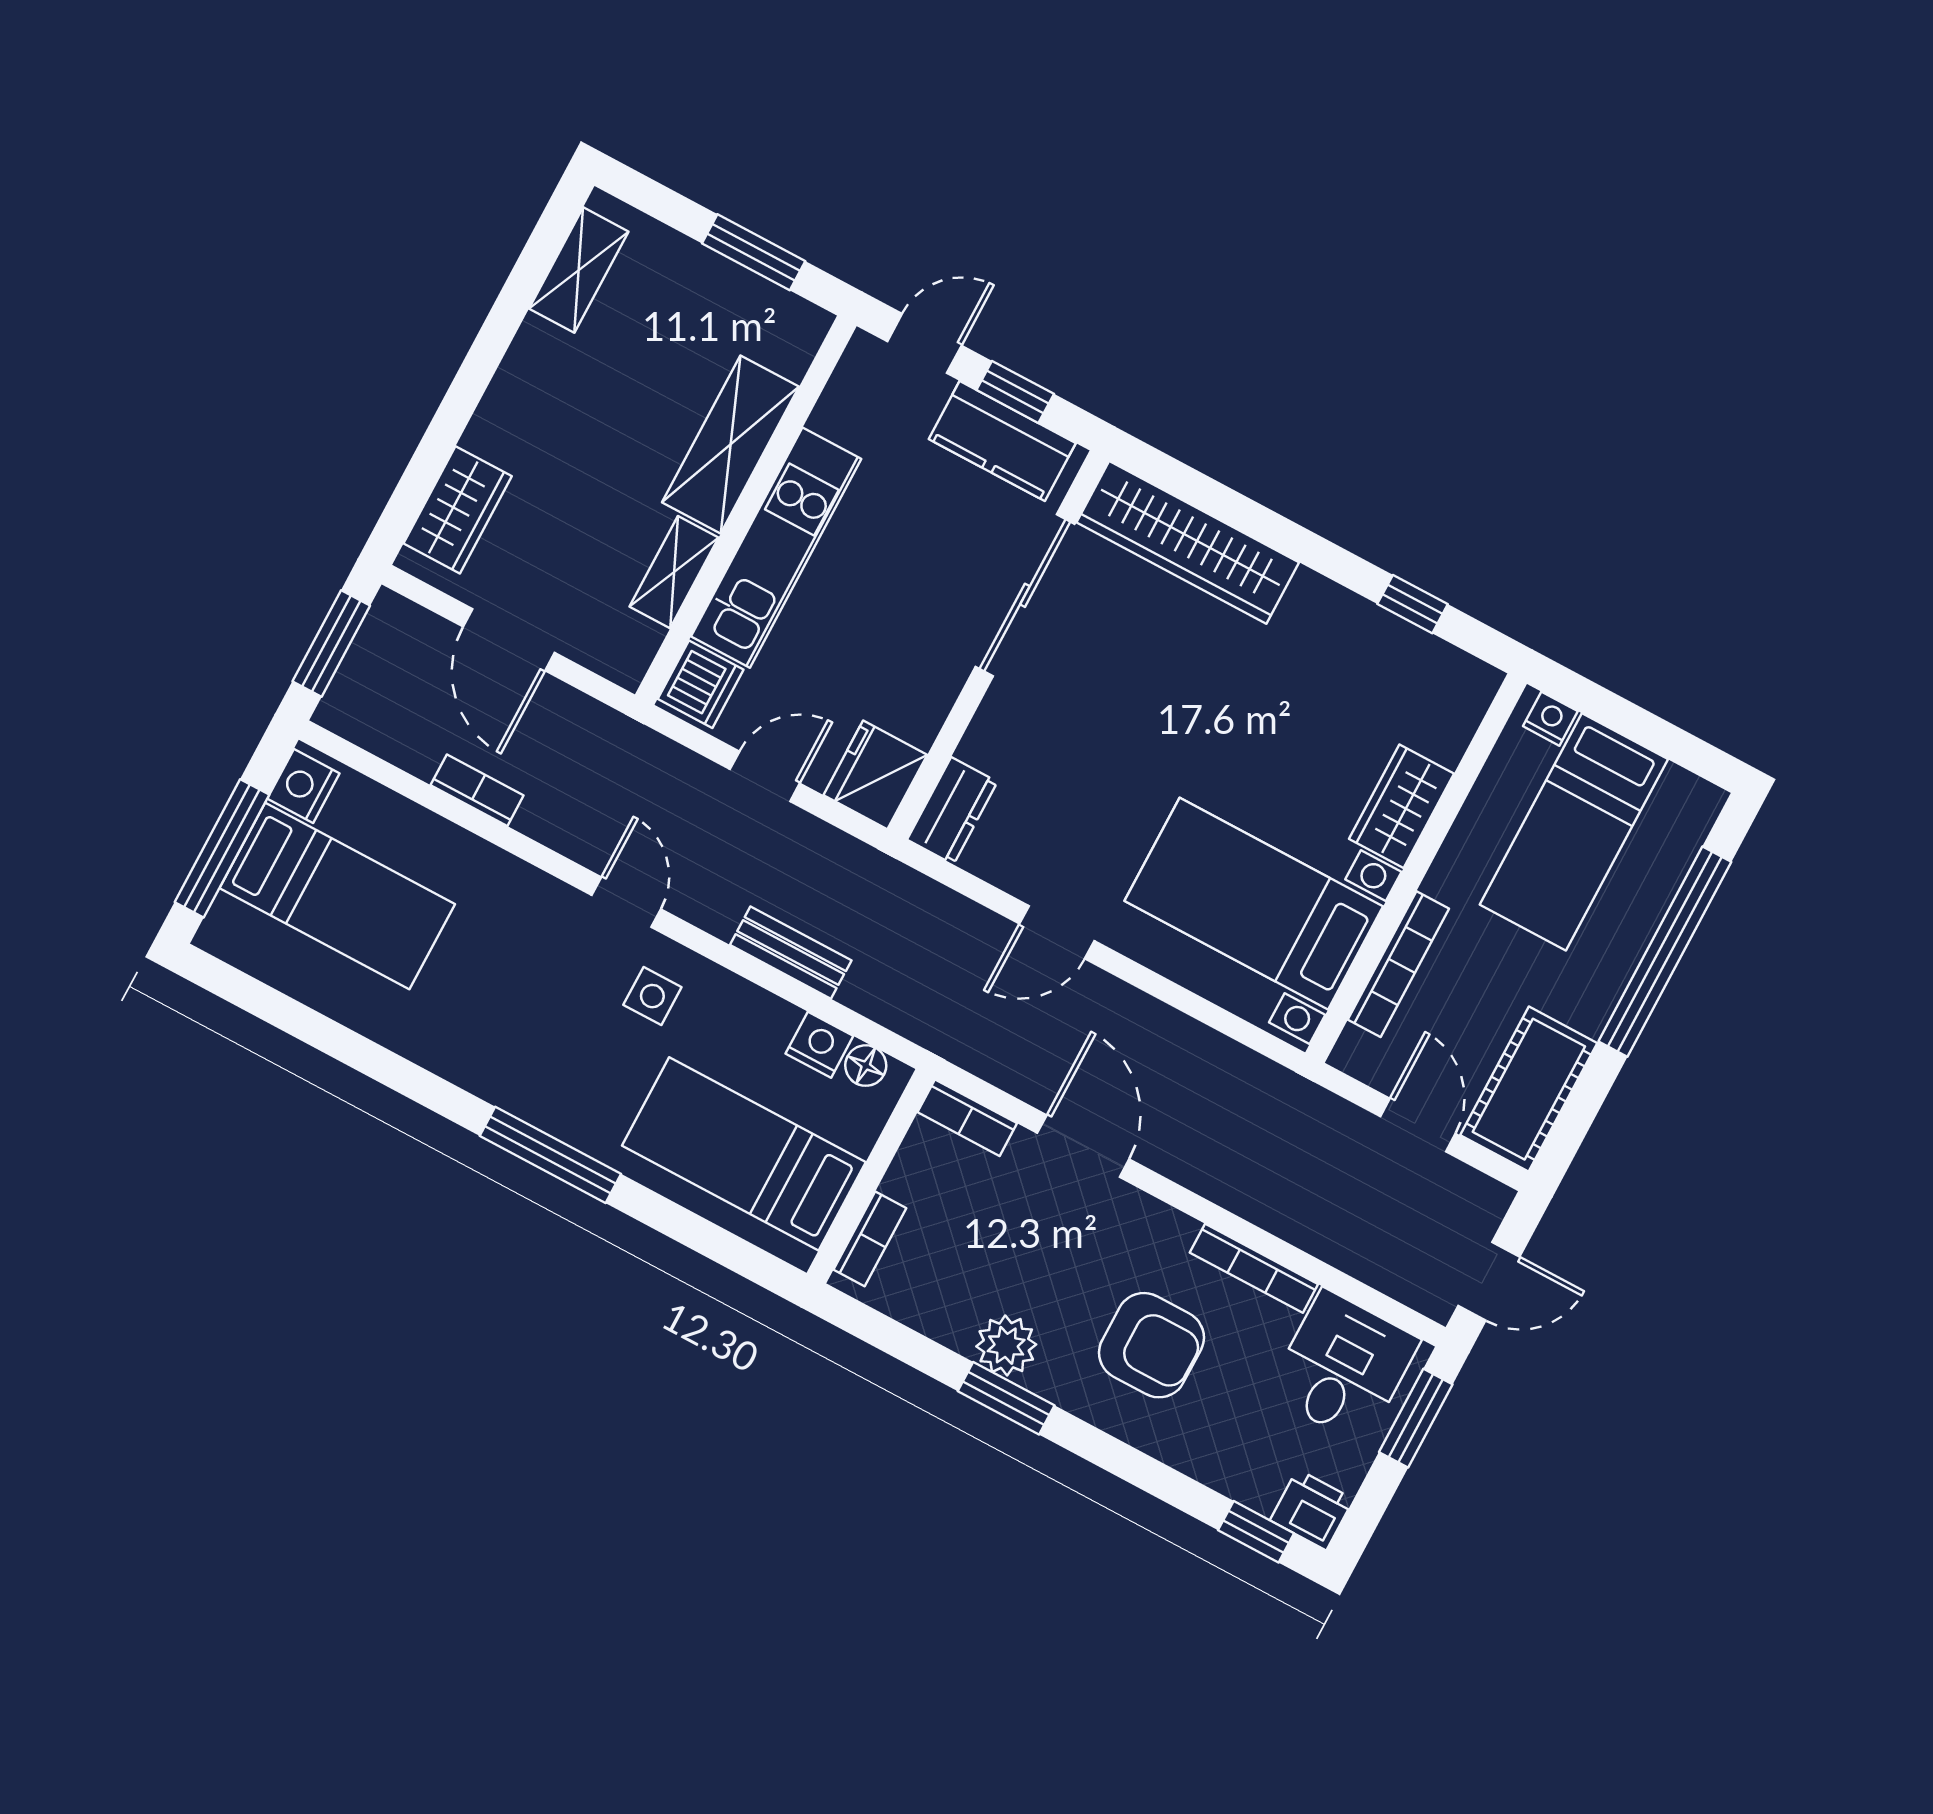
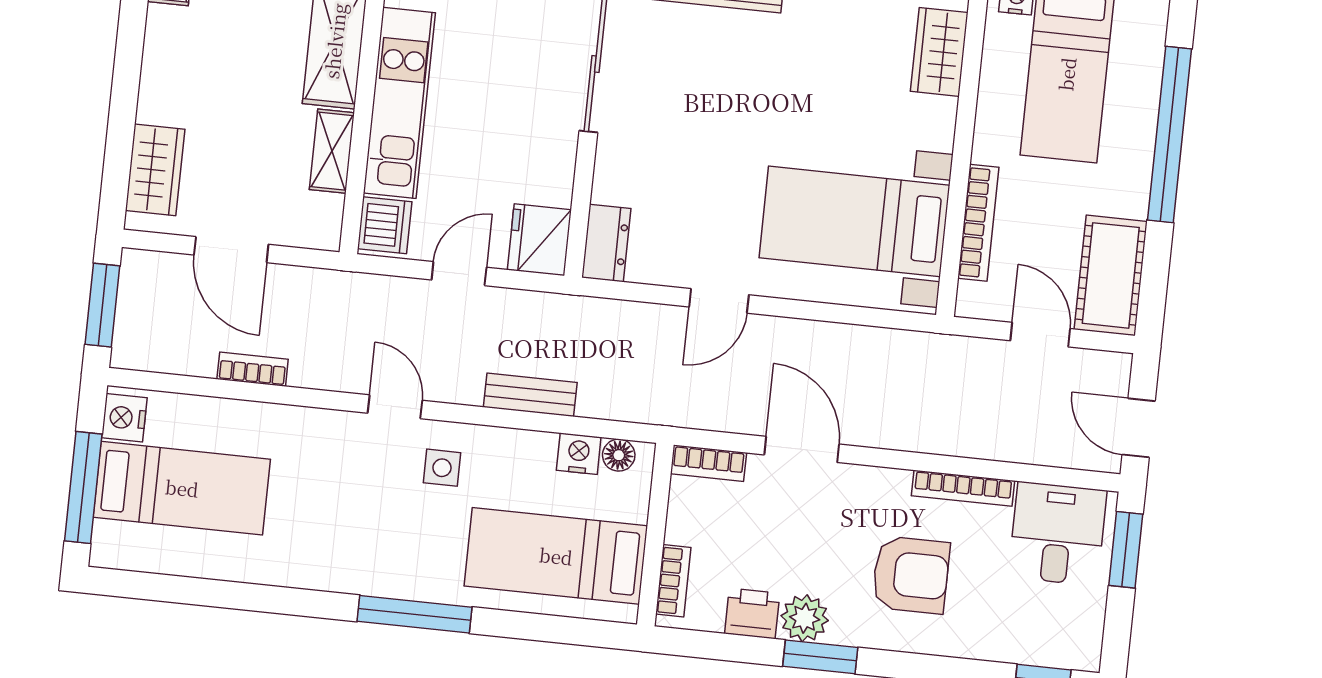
wardrobe: (1401, 806) -> (939, 52), moved
door: (1489, 1281) -> (1139, 428), swing flipped
printer: (1312, 1510) -> (752, 613), moved

